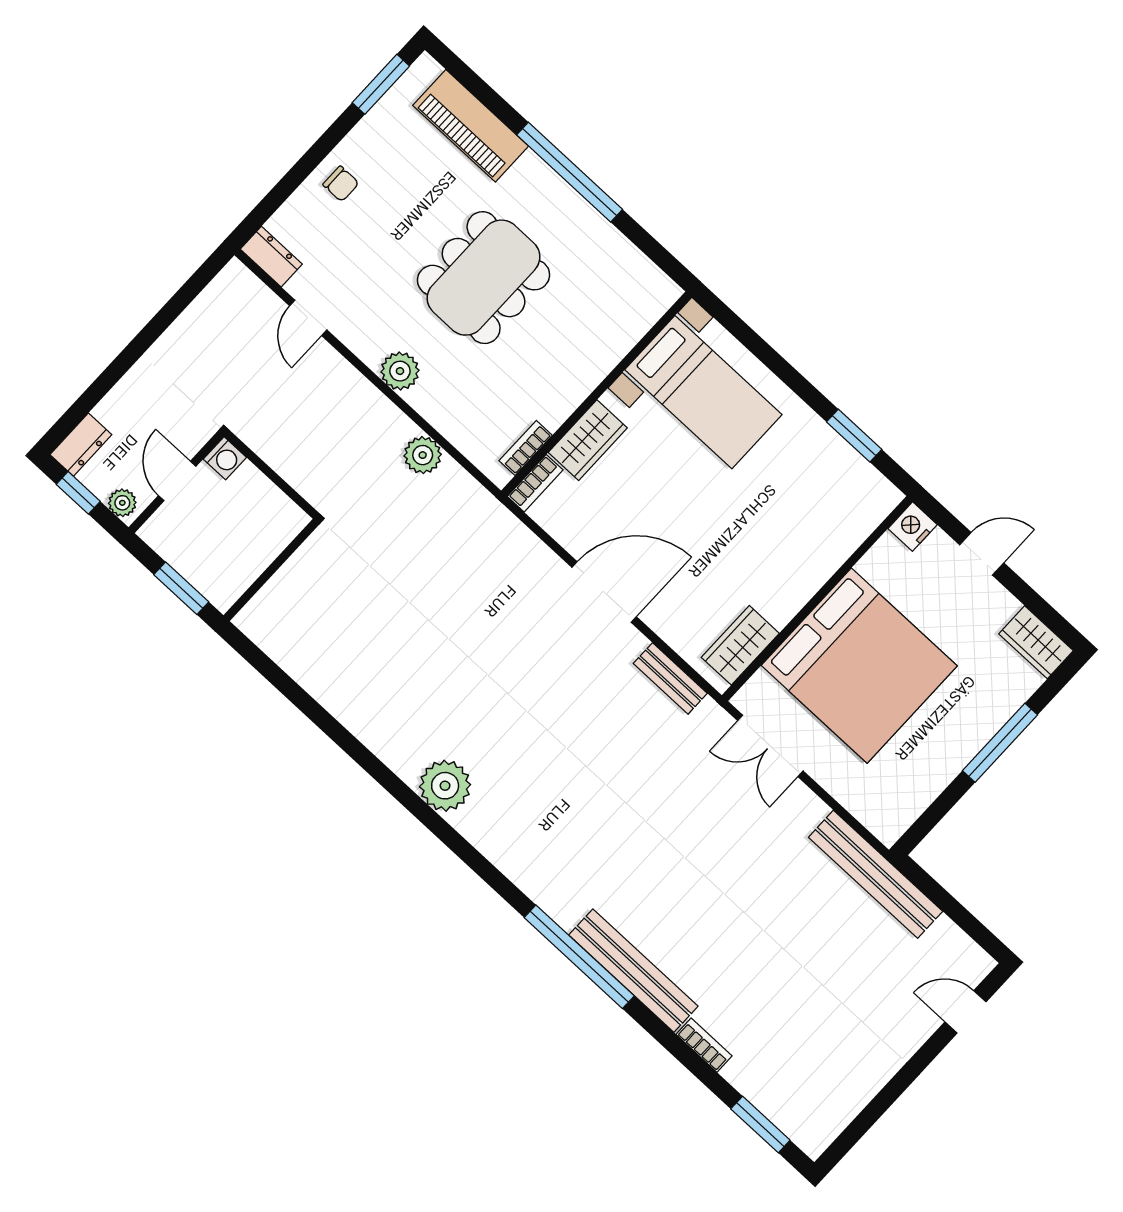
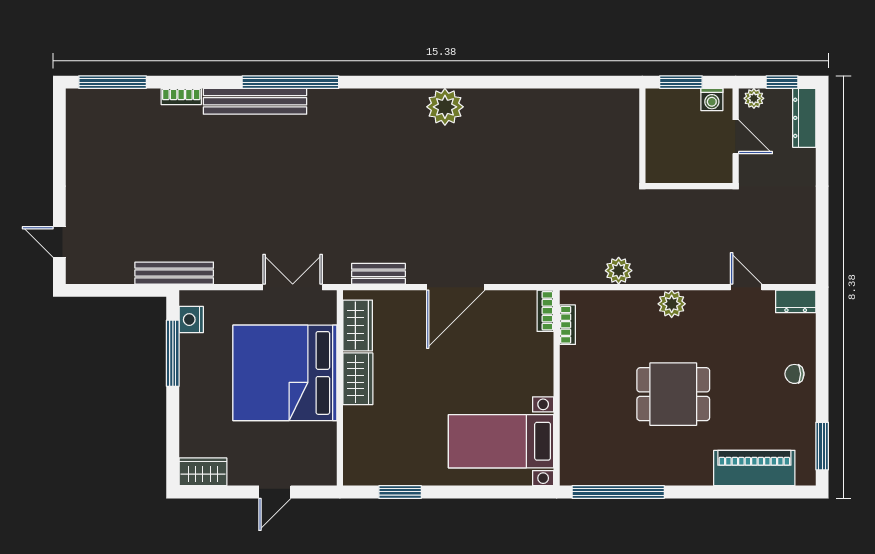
window: (570, 172) -> (618, 492), moved
dining table: (484, 278) -> (673, 394), width x0.73
wardrobe: (588, 440) -> (358, 379), moved, turned 180
dresser: (81, 445) -> (804, 118), width x1.44
washing machine: (225, 458) -> (712, 99), moved, turned -90
nightstand: (913, 527) -> (191, 320), moved, turned 180
window: (1000, 743) -> (173, 353), moved
bench: (876, 874) -> (174, 273), width x0.73, depth x0.82
door: (965, 1012) -> (59, 242), swing flipped
window: (760, 1125) -> (113, 82), width x1.44

